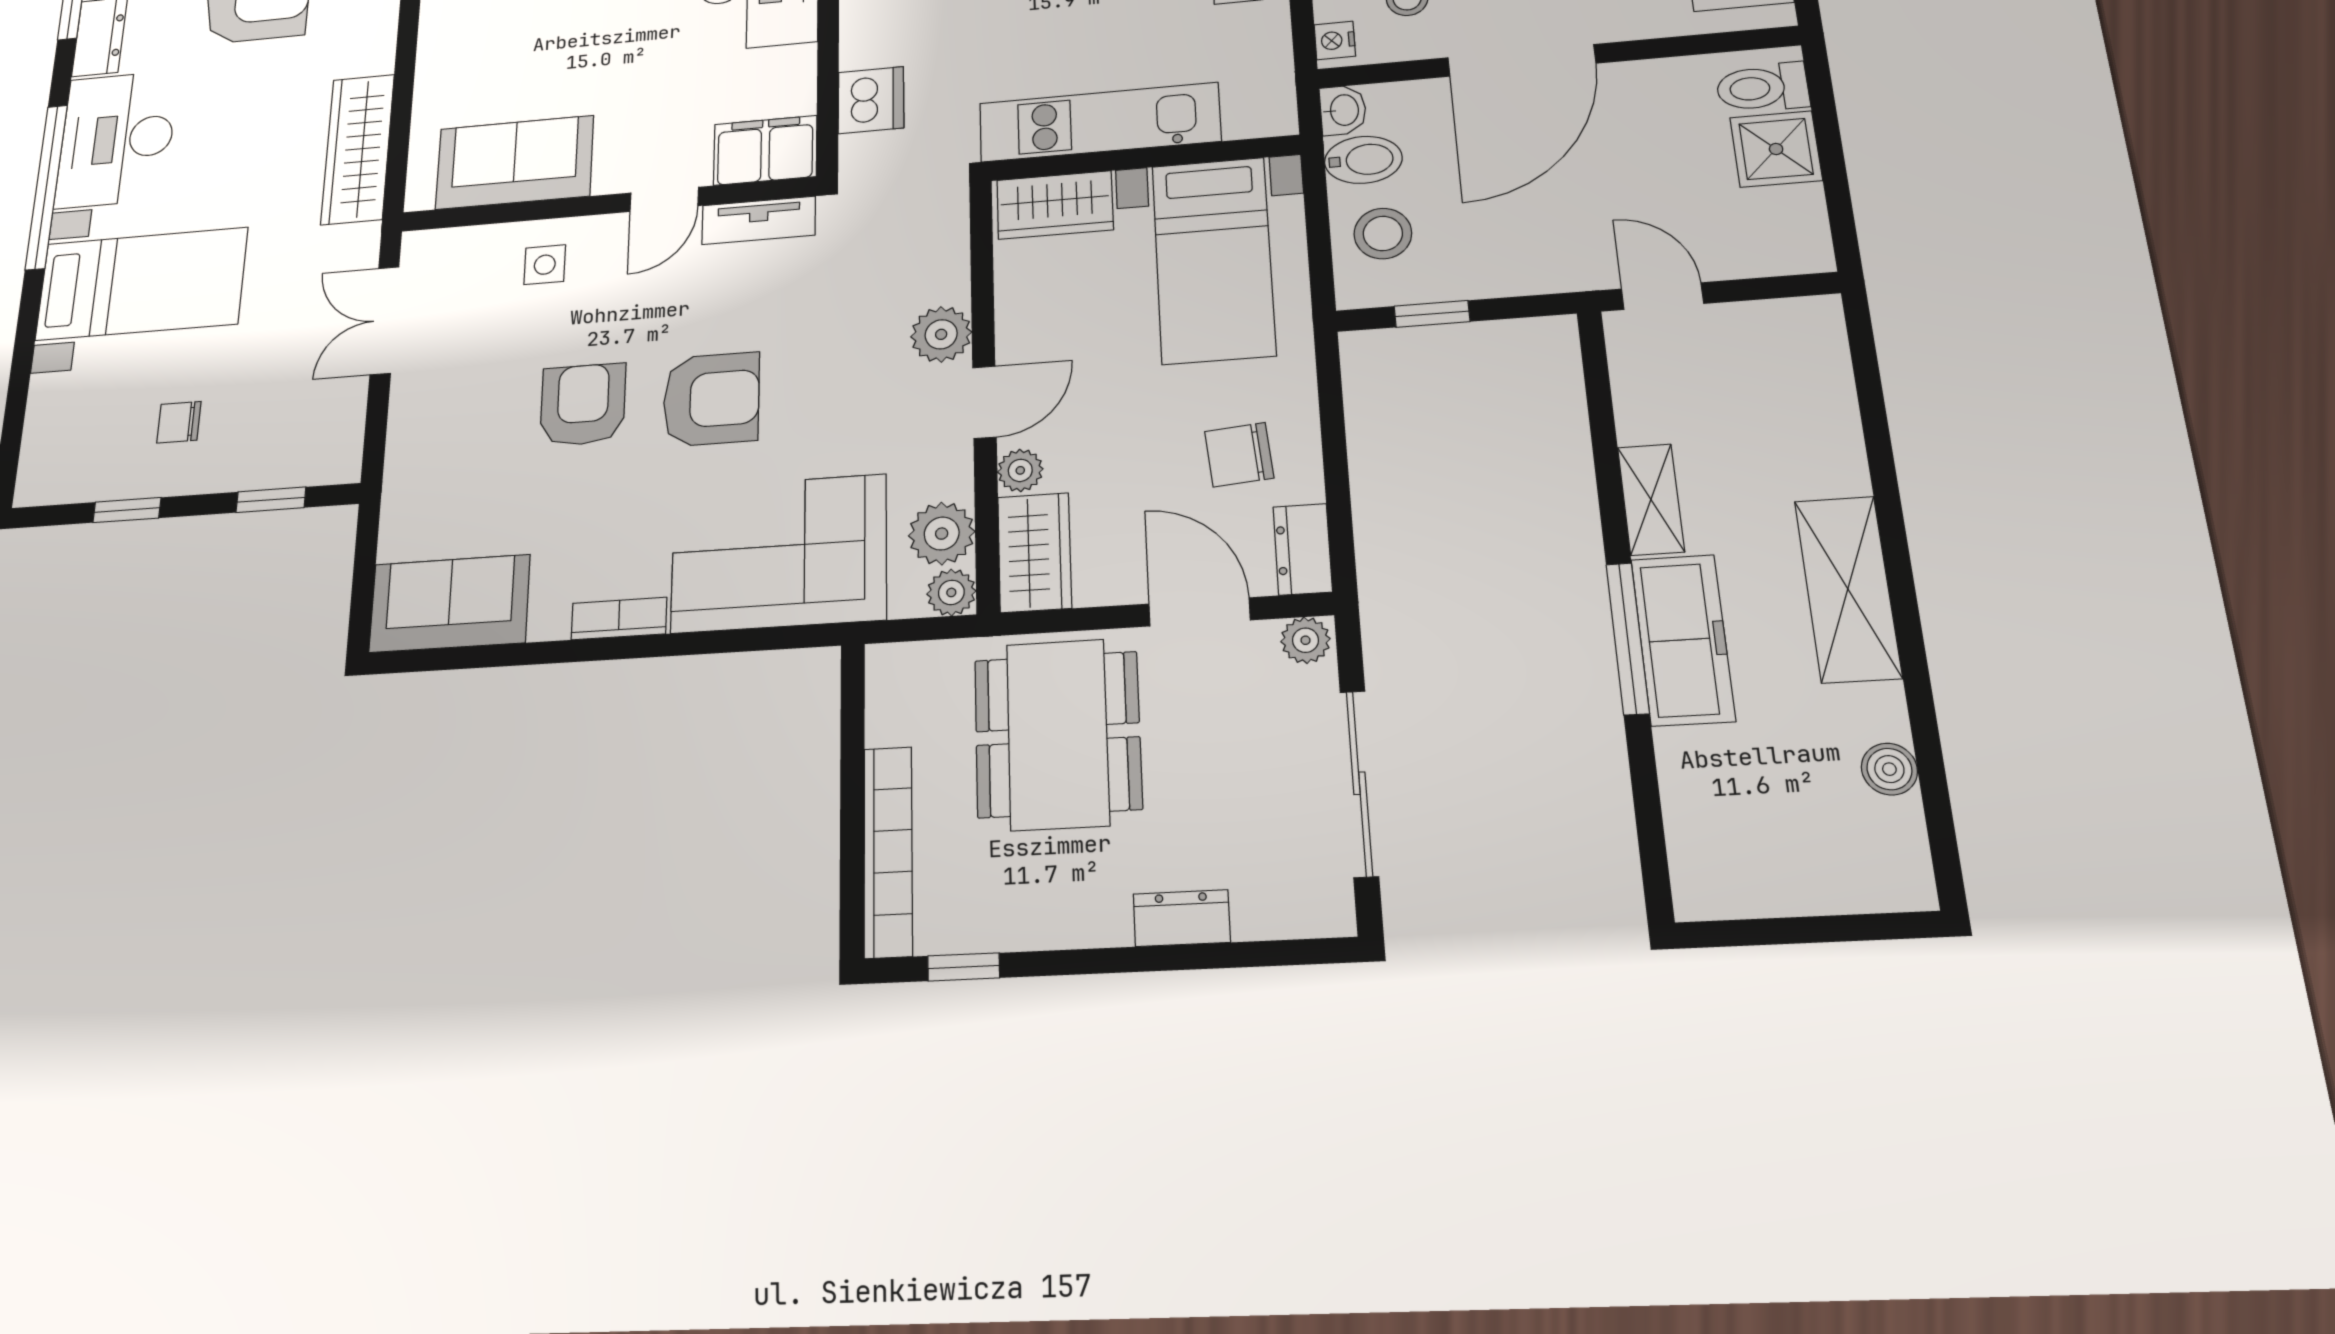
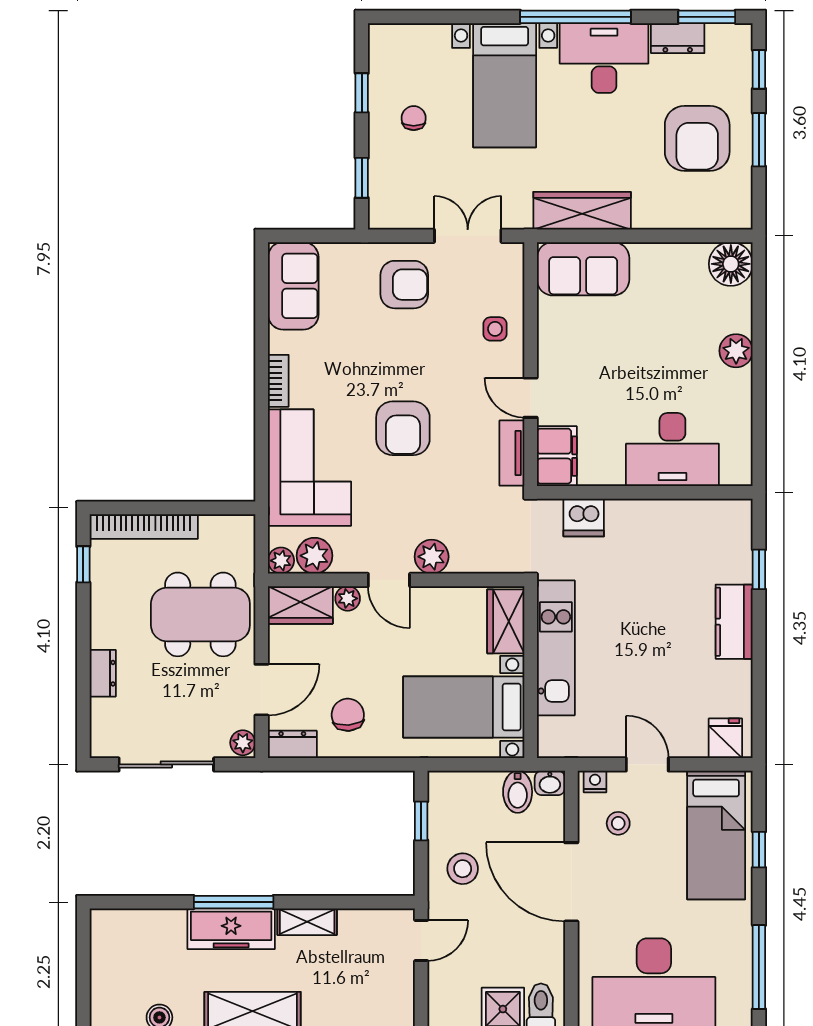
sofa: (515, 162) -> (583, 269), moved, turned 90
stool: (1383, 234) -> (463, 869), moved
armchair: (583, 405) -> (404, 285), moved

